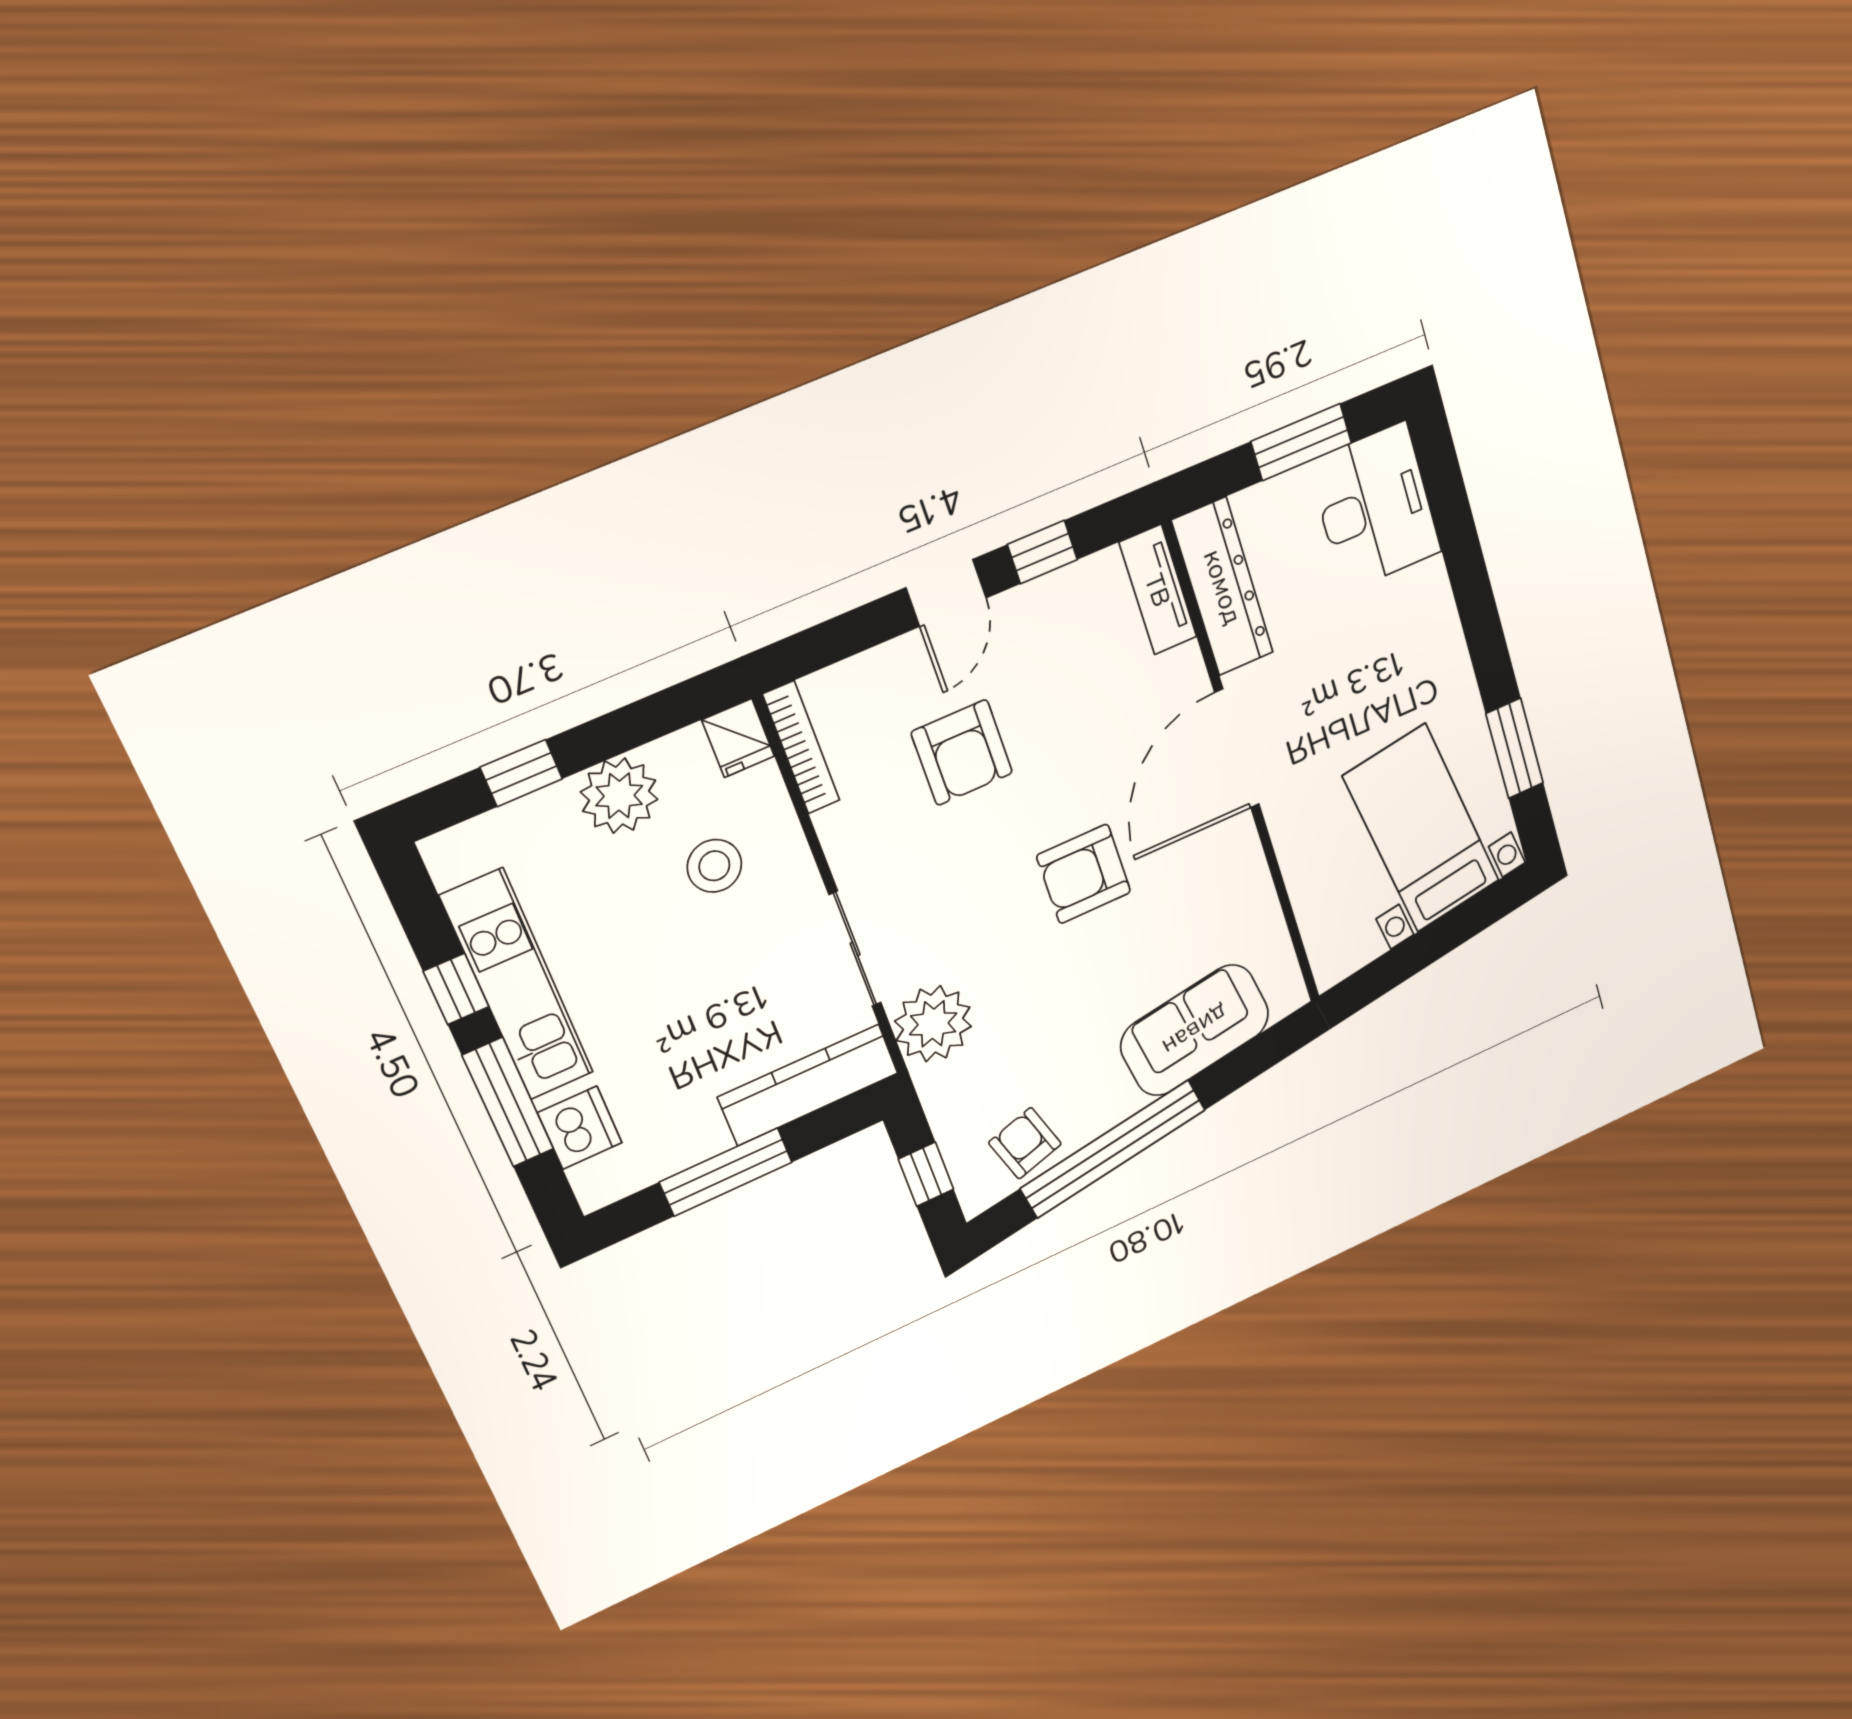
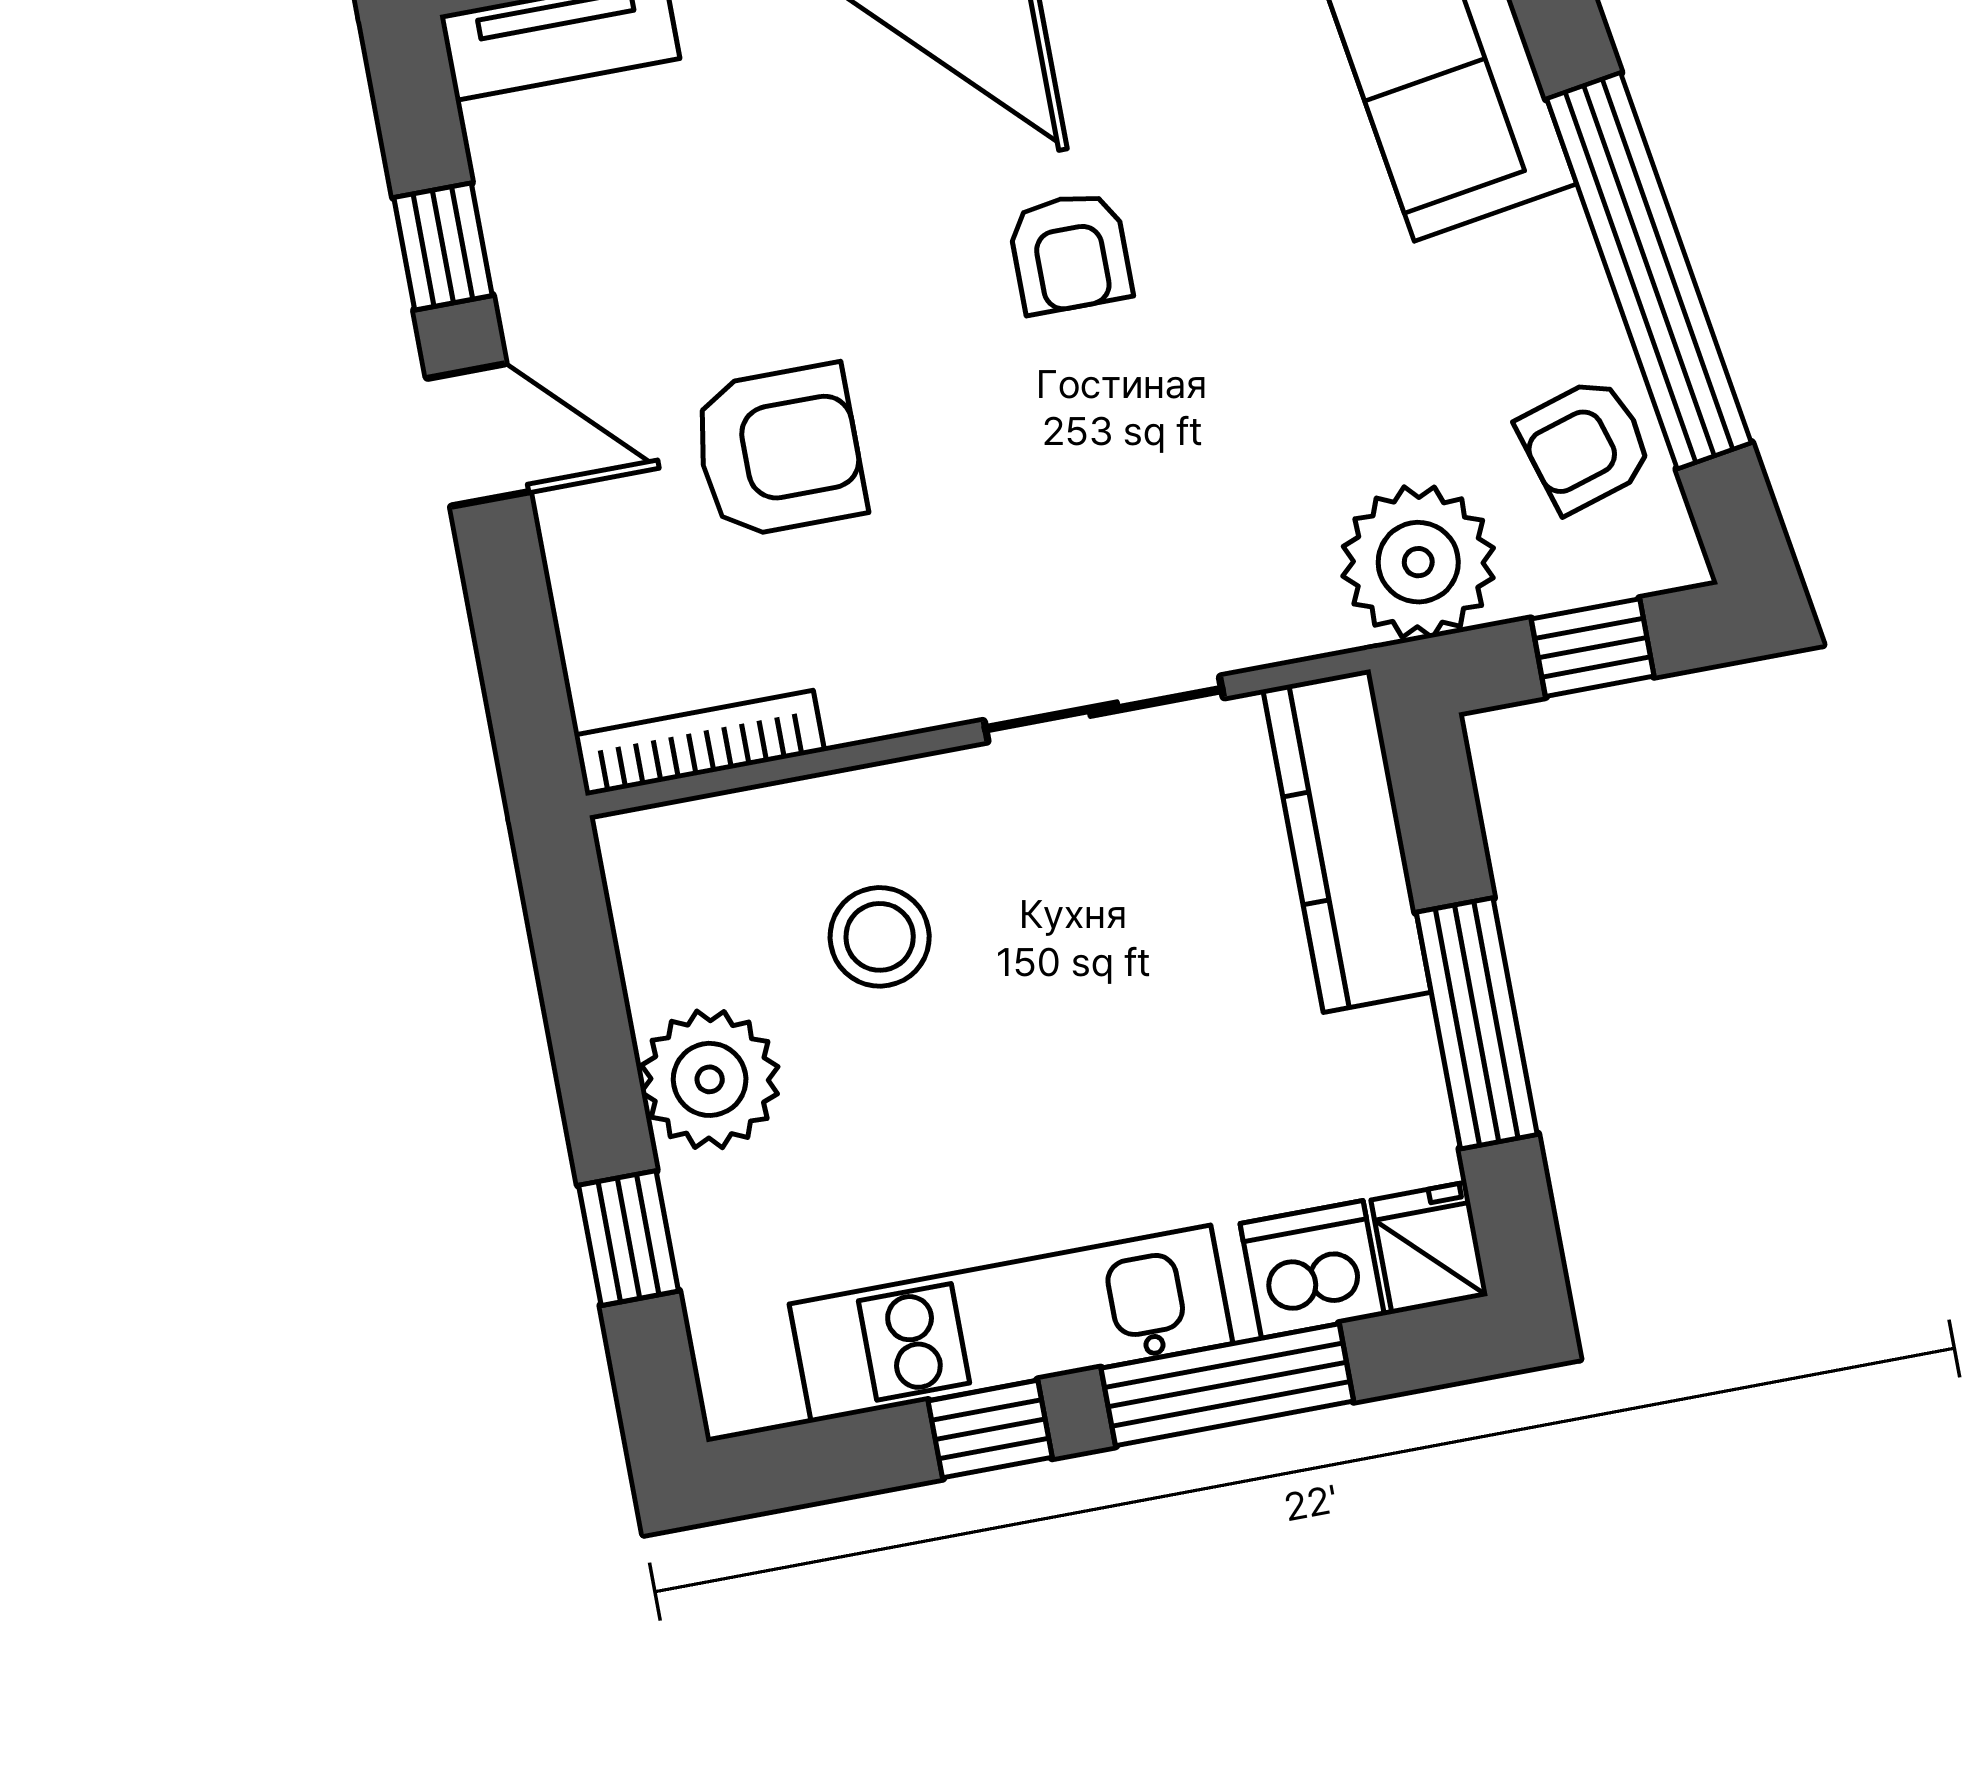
fridge: (738, 738) -> (1429, 1248), moved, turned -90
armchair: (1084, 874) -> (1070, 253), width x0.72, depth x0.72
plant: (933, 1024) -> (1418, 562), moved

